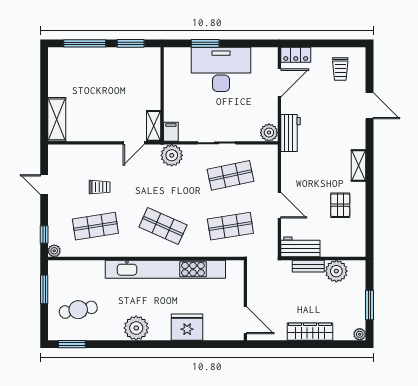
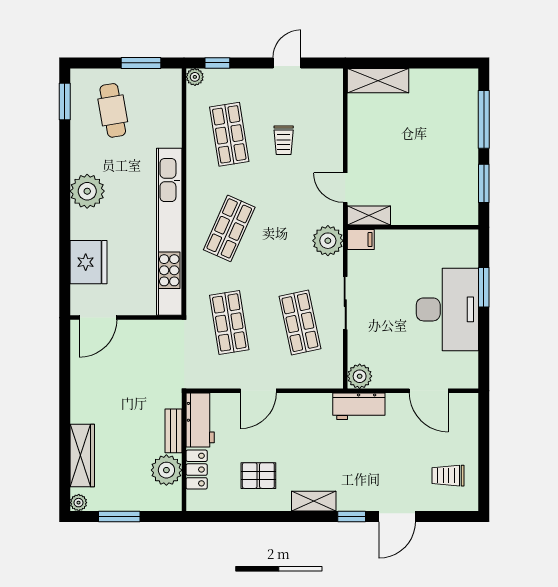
locker: (296, 55) -> (197, 470), moved, turned 180
window: (370, 138) -> (352, 516), added
wall: (245, 300) -> (126, 318), moved
door: (245, 320) -> (98, 318), moved
wardrobe: (310, 332) -> (82, 455), moved

